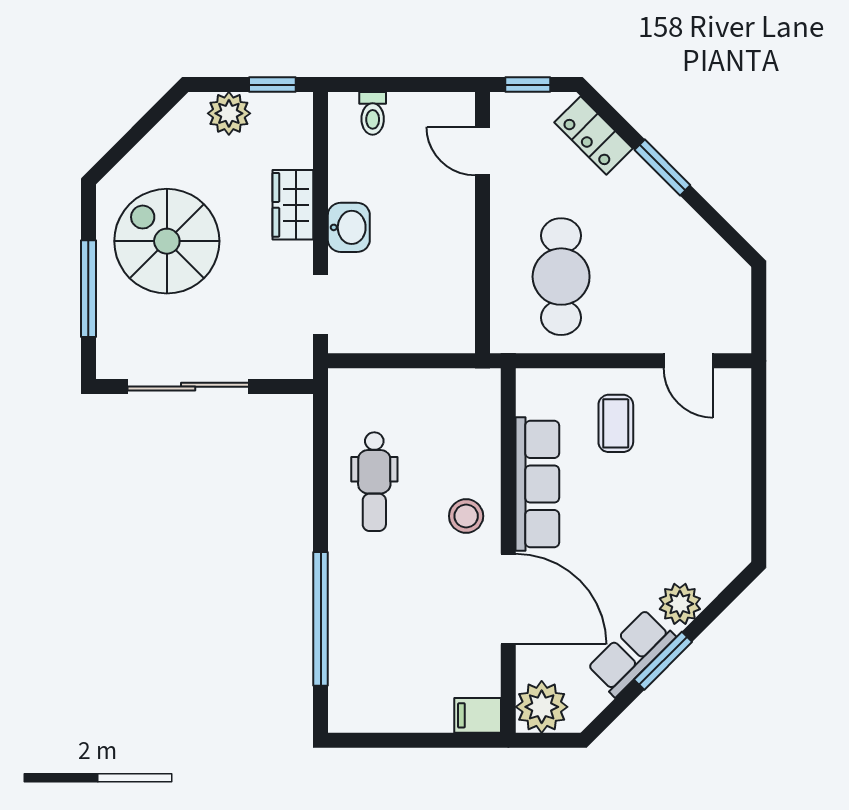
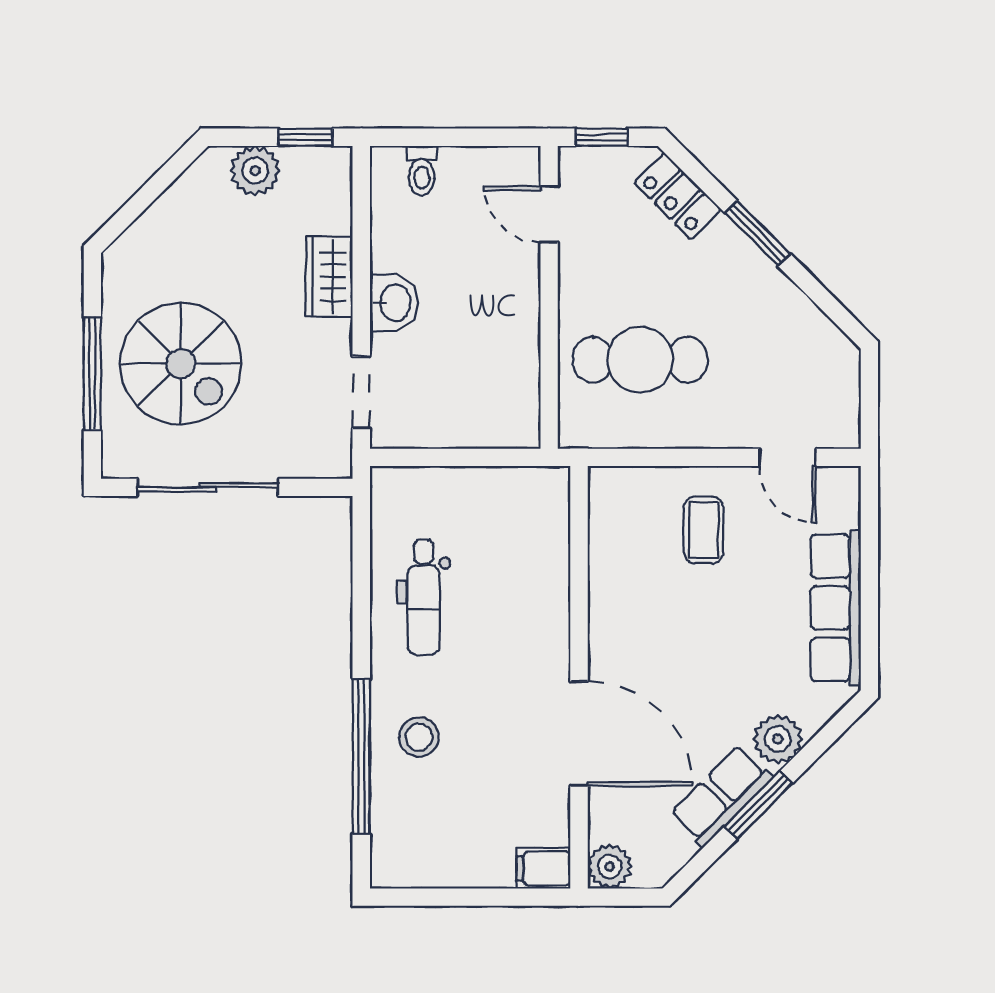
spiral stairs: (167, 241) -> (181, 364), moved, turned 180
cafe table: (561, 277) -> (640, 360), turned 90
row of seats: (537, 484) -> (836, 608), moved, turned 180
stool: (466, 516) -> (419, 737), moved
plant: (542, 707) -> (610, 867), width x0.73, depth x0.73

